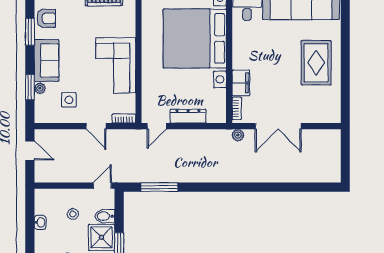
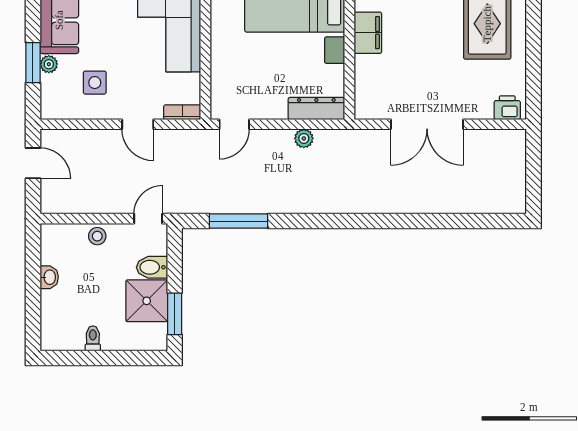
filing cabinet: (241, 83) -> (368, 33), moved
bookcase: (237, 108) -> (361, 96), removed
dresser: (188, 116) -> (316, 108), moved
printer: (329, 116) -> (507, 108), added
plant: (238, 135) -> (304, 138), moved
stool: (73, 214) -> (97, 236), moved

